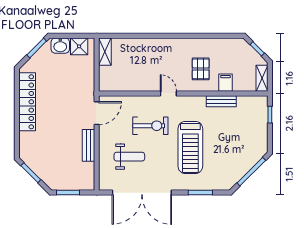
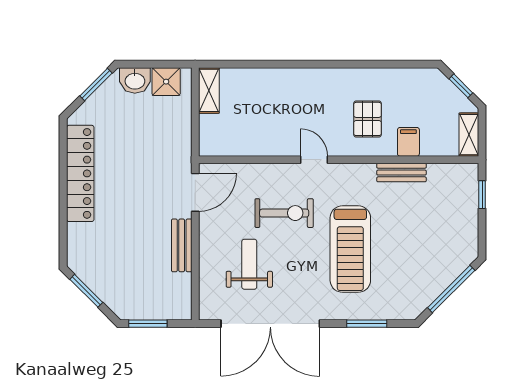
weight bench: (129, 157) -> (249, 264), turned -90

